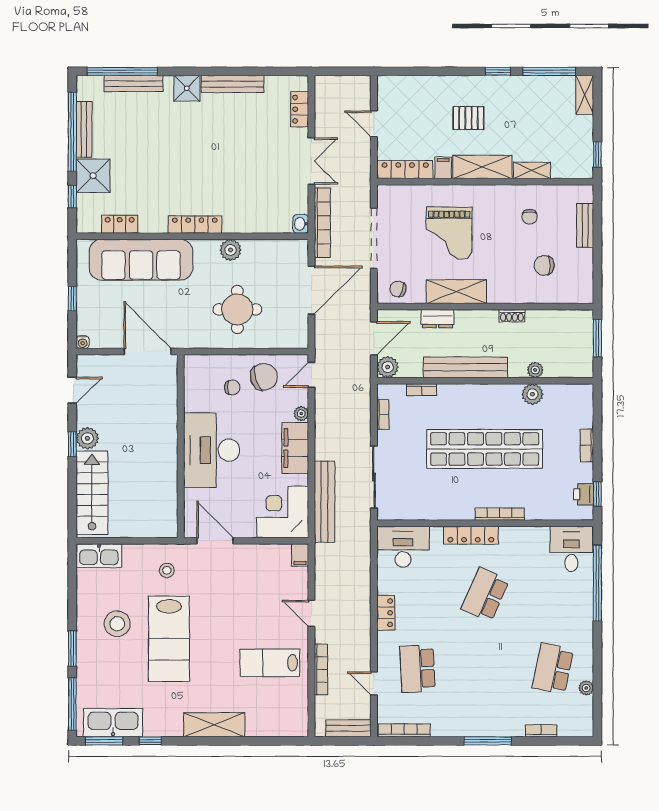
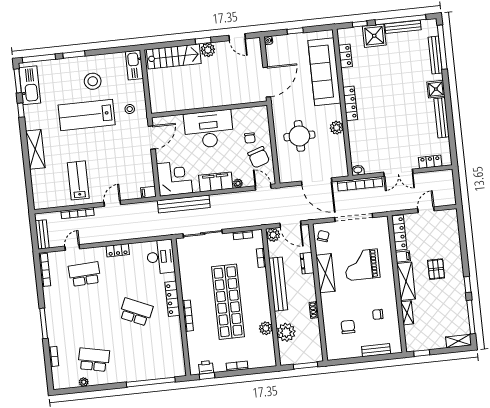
plant: (535, 370) -> (286, 332), width x1.87, depth x1.87
desk: (571, 549) -> (171, 363), removed

